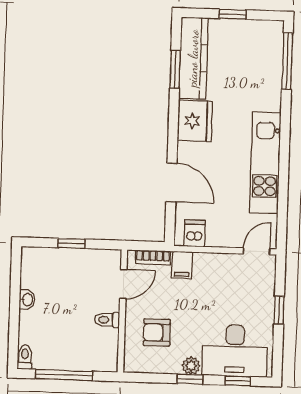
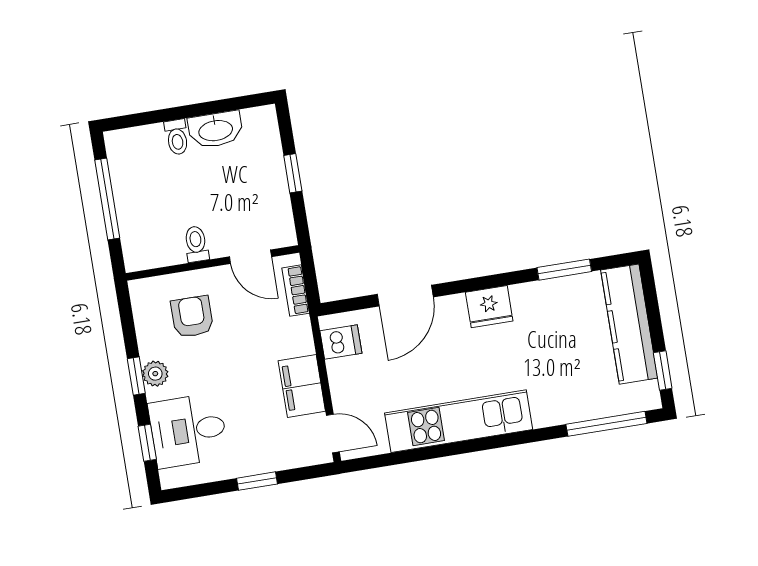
window: (233, 14) -> (663, 371), moved
kitchen counter: (193, 58) -> (629, 324), moved, turned 90
fridge: (195, 121) -> (489, 307), width x0.73, depth x0.75
filing cabinet: (182, 265) -> (302, 386), moved, width x2.00
washbasin: (27, 300) -> (215, 130), width x1.91, depth x1.45
desk: (235, 351) -> (188, 431), width x0.73
toilet: (25, 357) -> (177, 137), moved, turned 90

